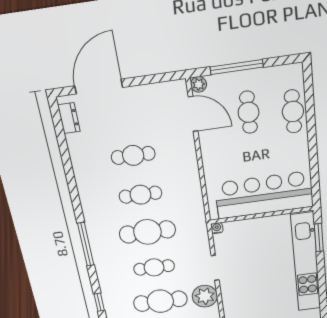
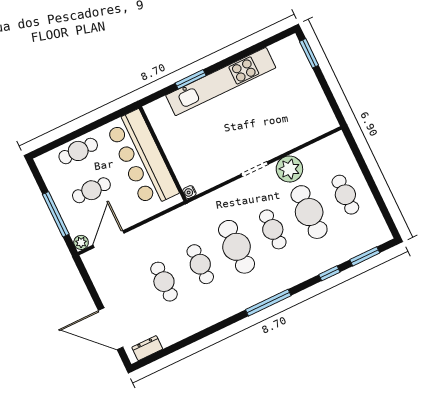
bar counter: (264, 195) -> (142, 159), moved
wall: (262, 215) -> (163, 154), moved
water cooler: (217, 228) -> (189, 192), moved

